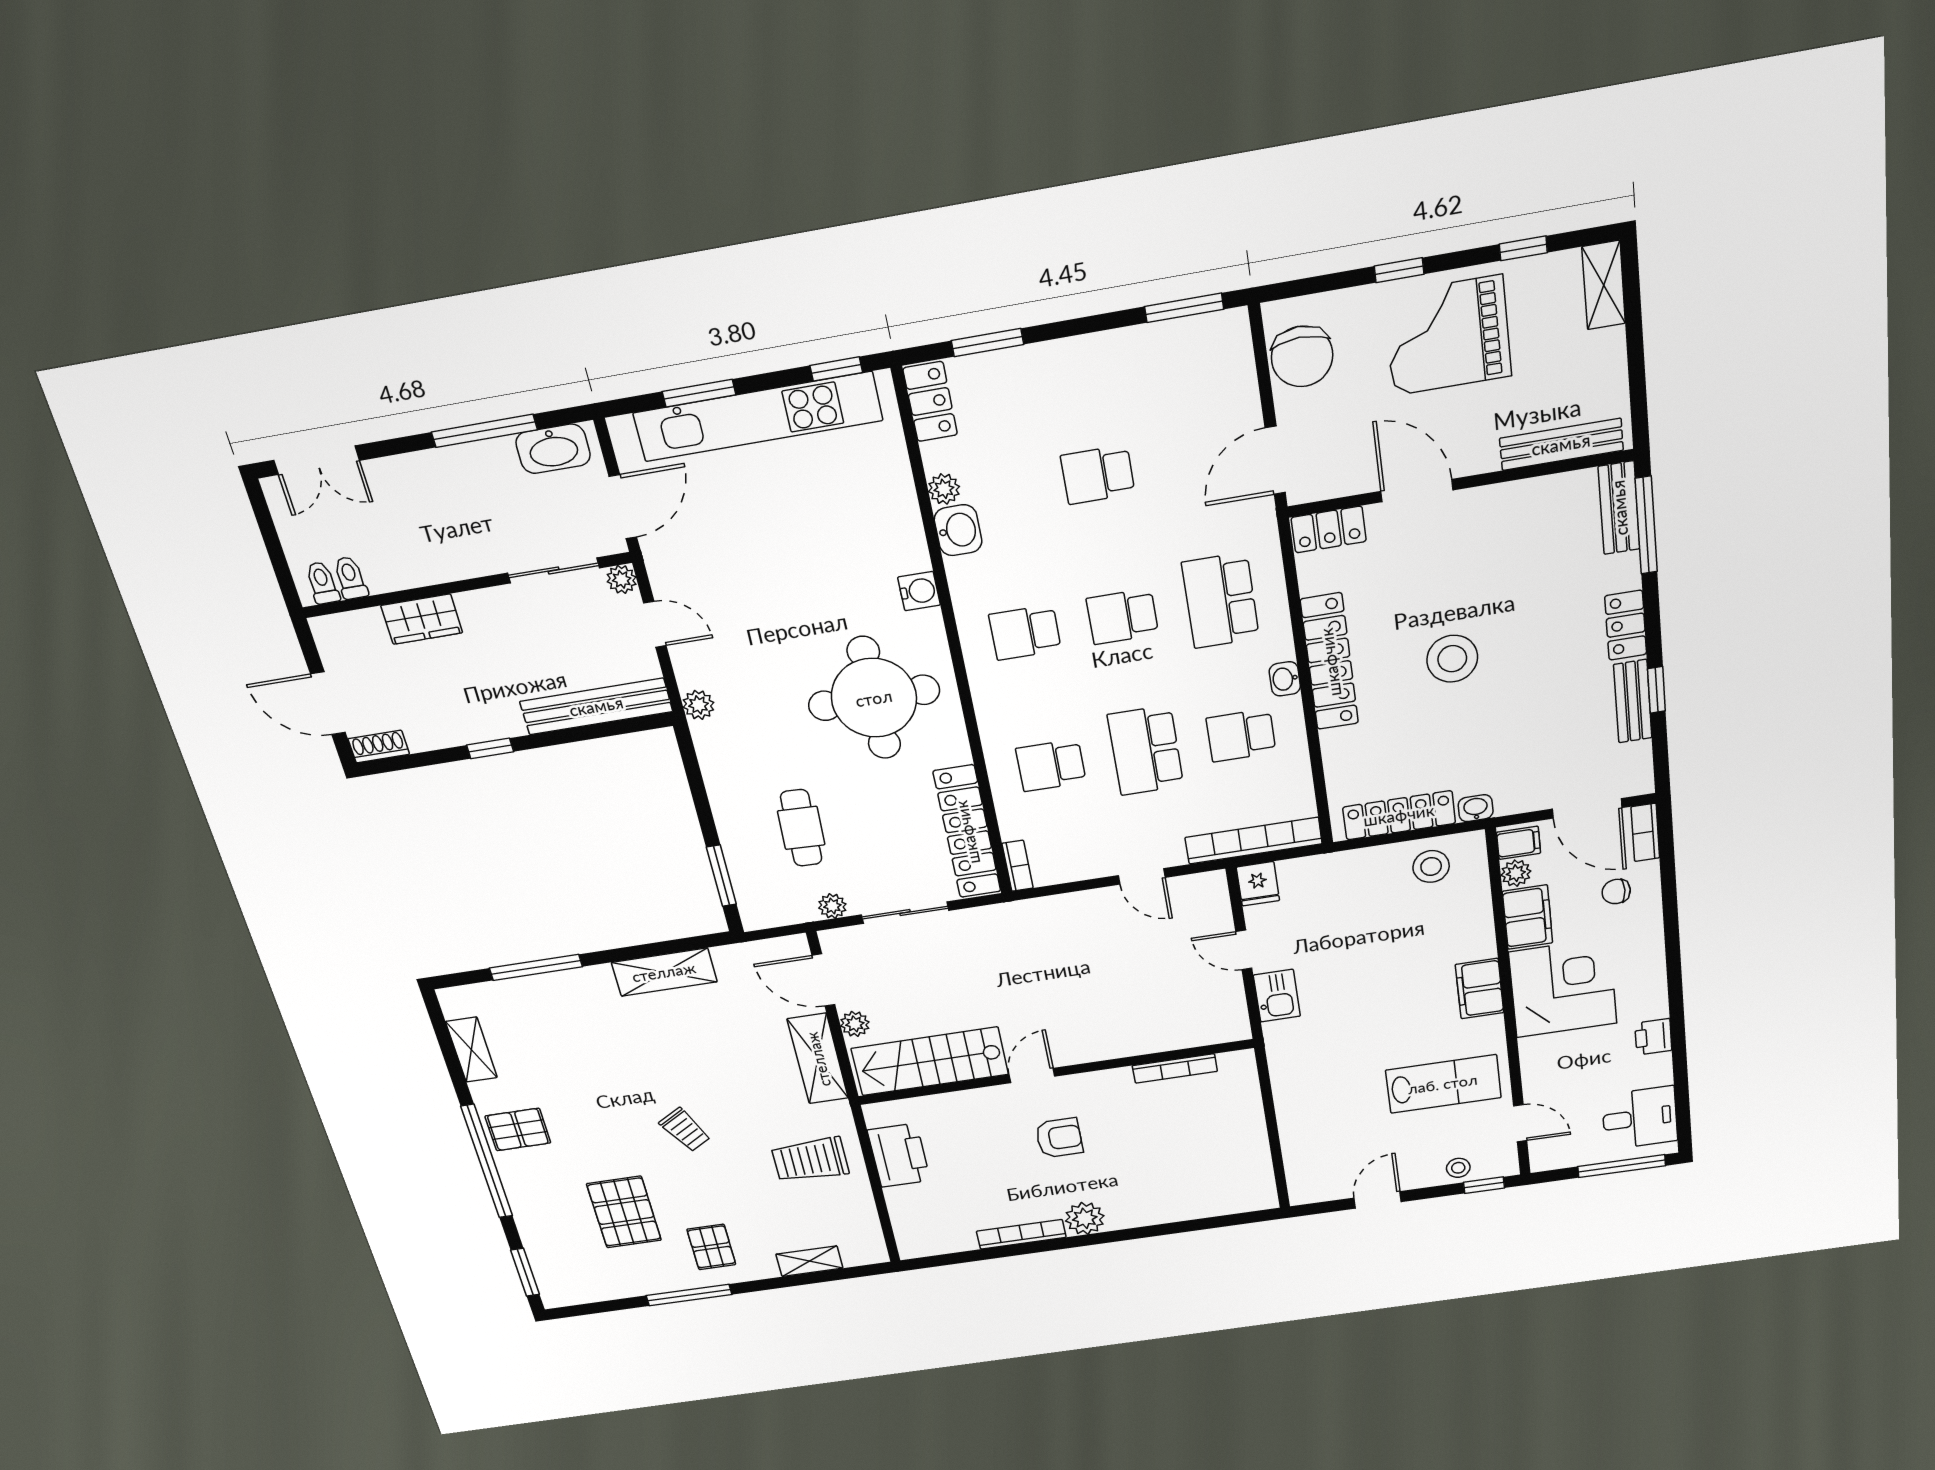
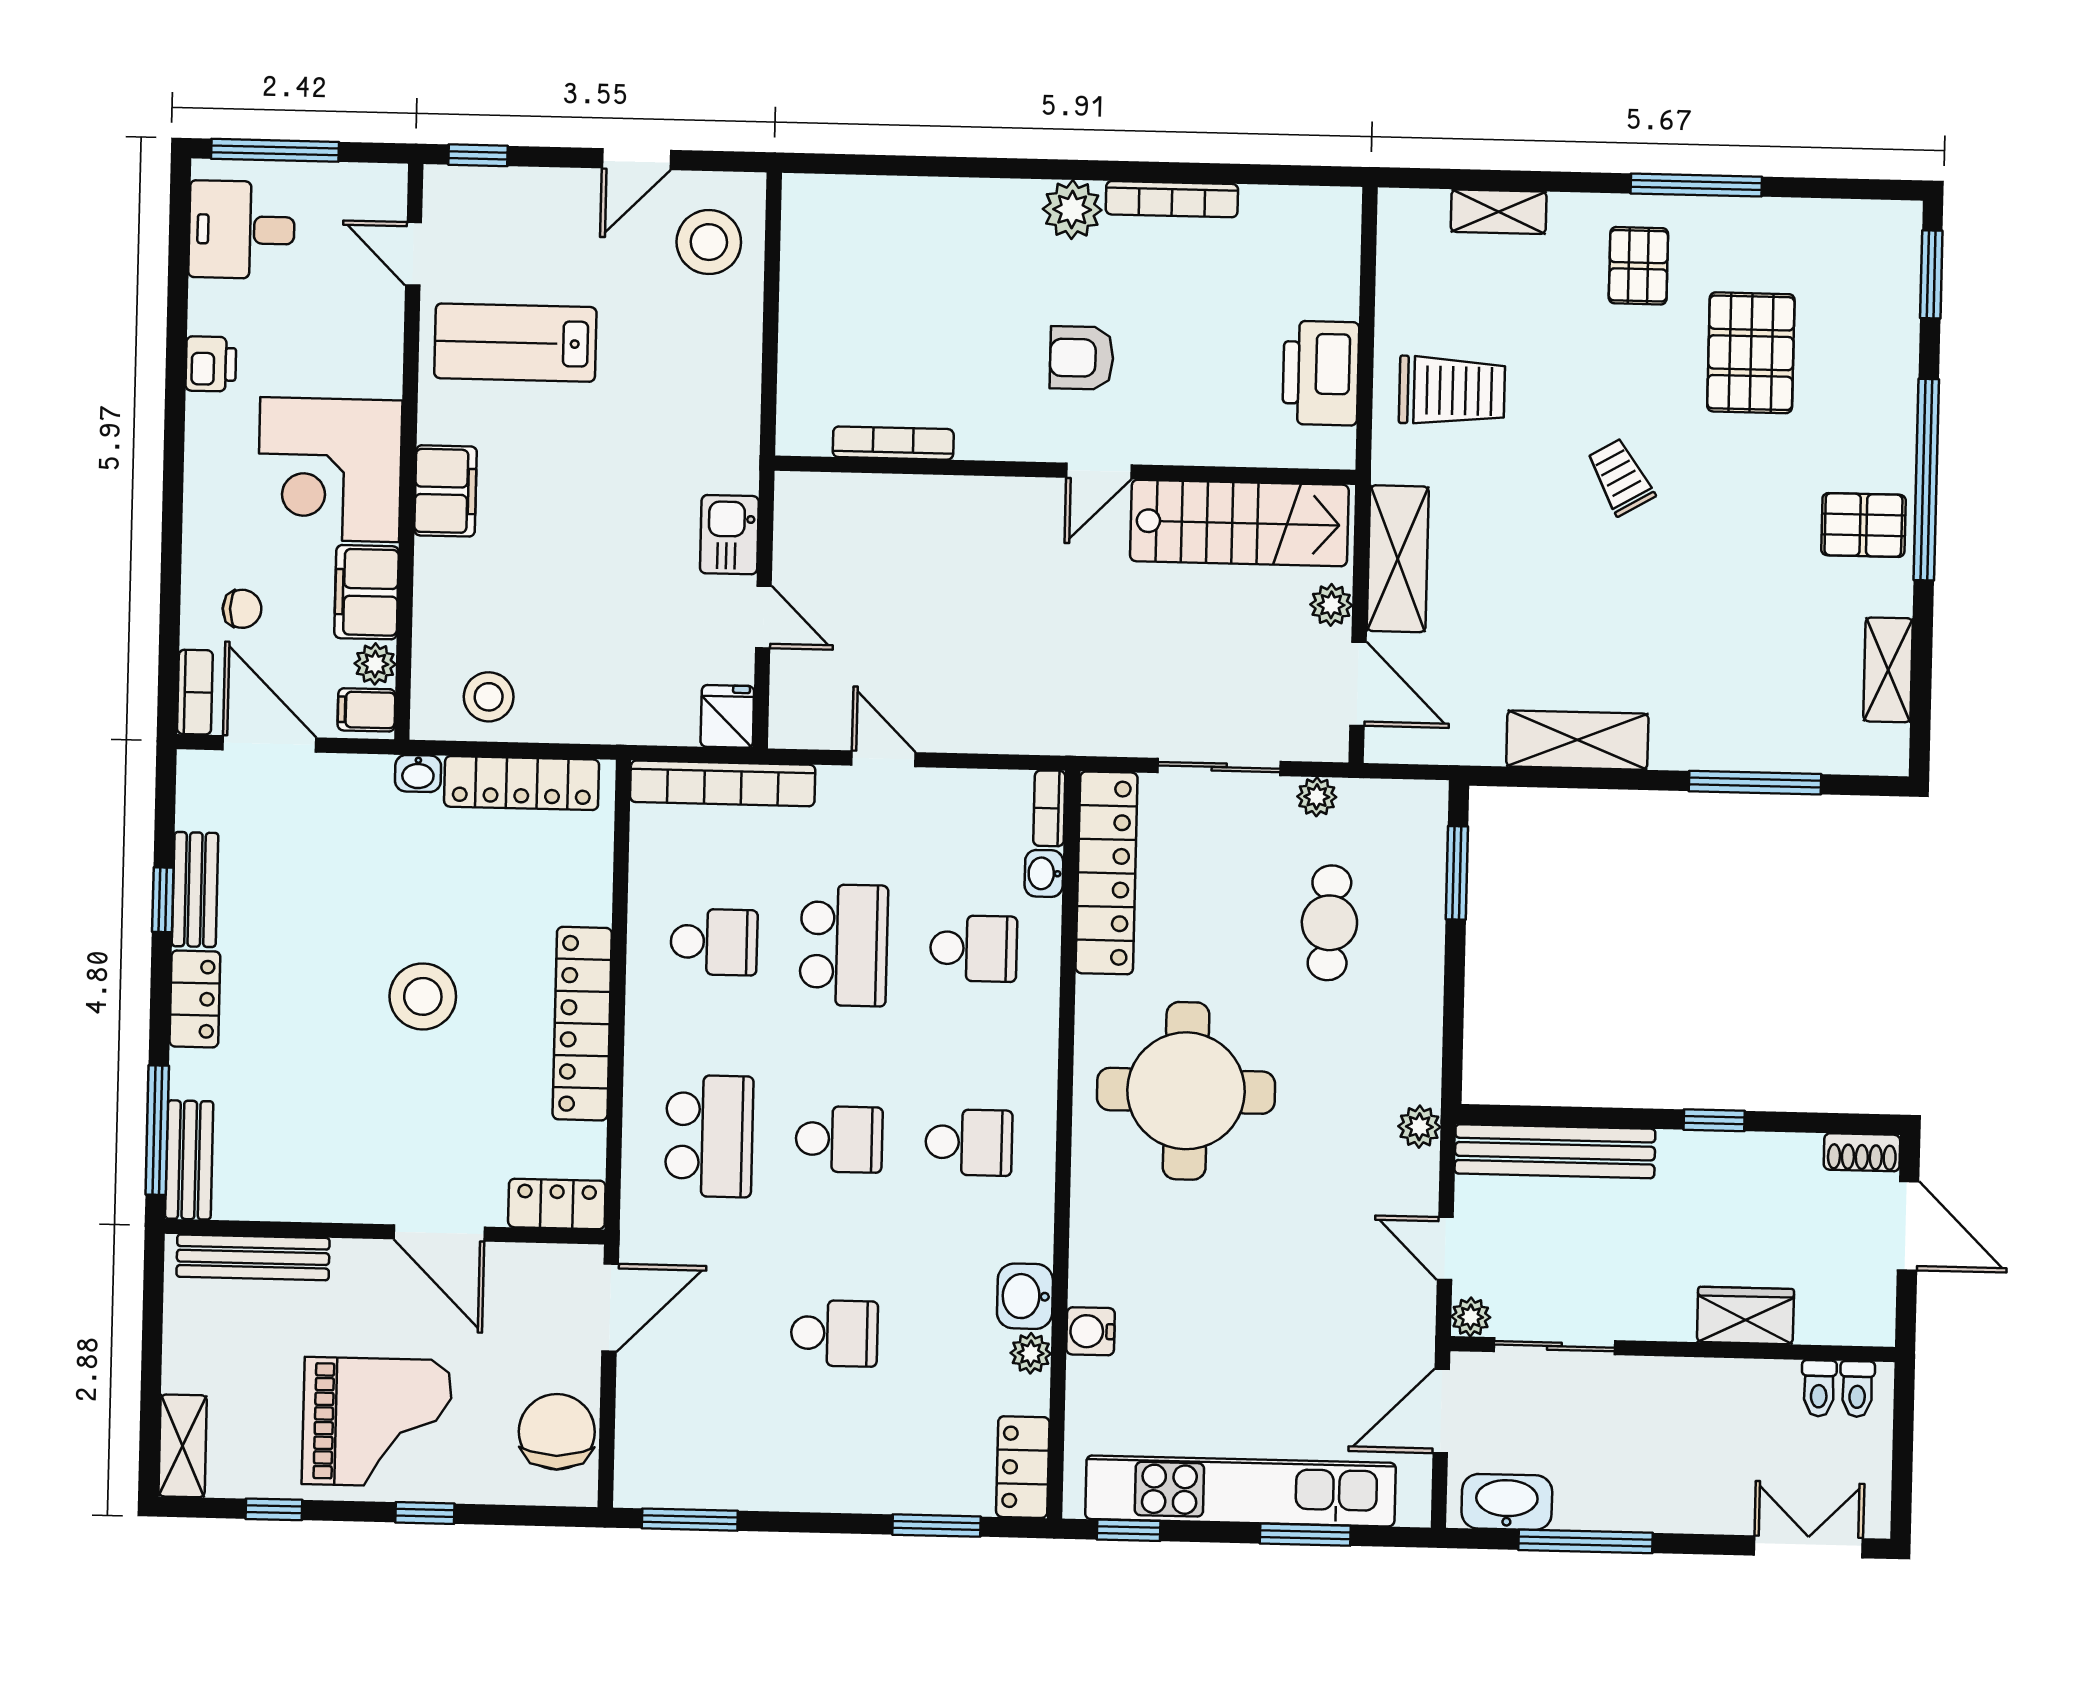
water cooler: (919, 591) -> (1091, 1331), moved
washbasin: (1285, 679) -> (1044, 873), moved, turned 180
stool: (1458, 1168) -> (709, 242), moved, width x1.89, depth x1.89

